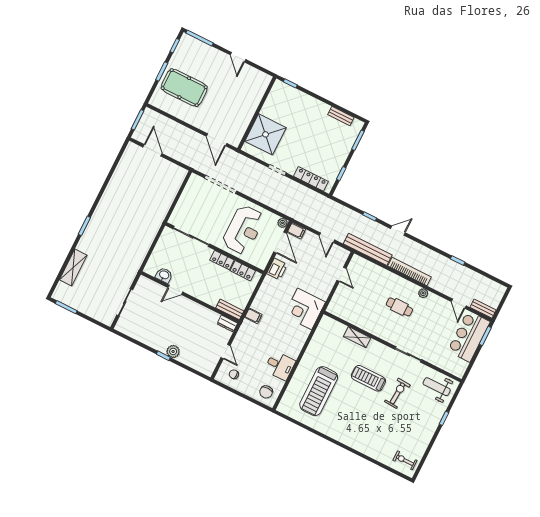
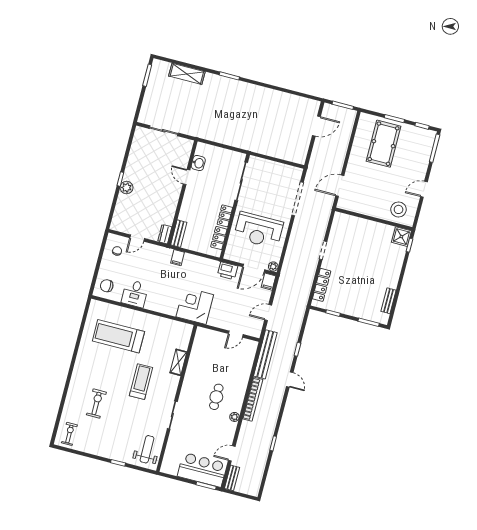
stool: (253, 87) -> (399, 209), added
shower: (266, 134) -> (401, 237), moved, width x0.54, depth x0.54
exercise bike: (397, 393) -> (96, 403), moved, turned -94

